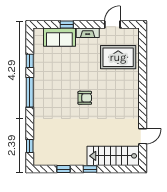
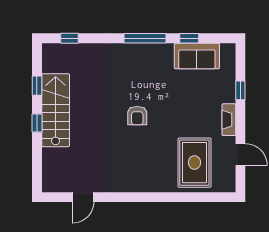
sofa: (59, 37) -> (197, 56), moved, turned -90
door: (143, 136) -> (83, 197), hinge flipped
stairs: (113, 156) -> (56, 110), moved

